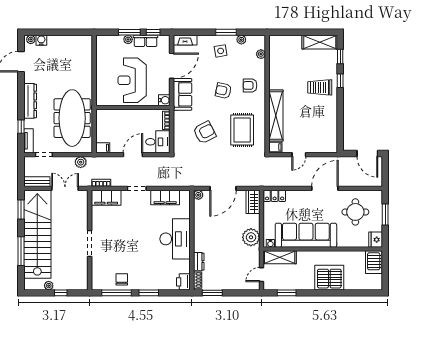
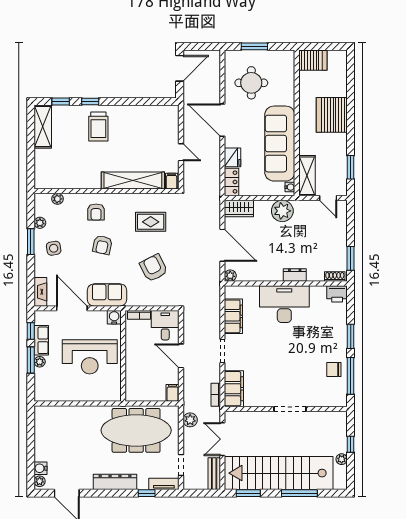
rug: (242, 130) -> (151, 222), width x0.73, depth x0.70
fridge: (376, 240) -> (233, 157), moved, turned -90
dresser: (199, 262) -> (295, 275), moved

